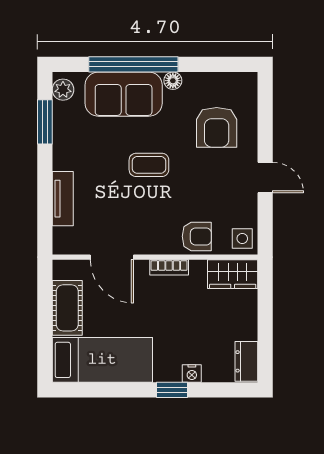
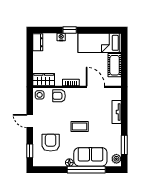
window: (265, 108) -> (30, 151), added

